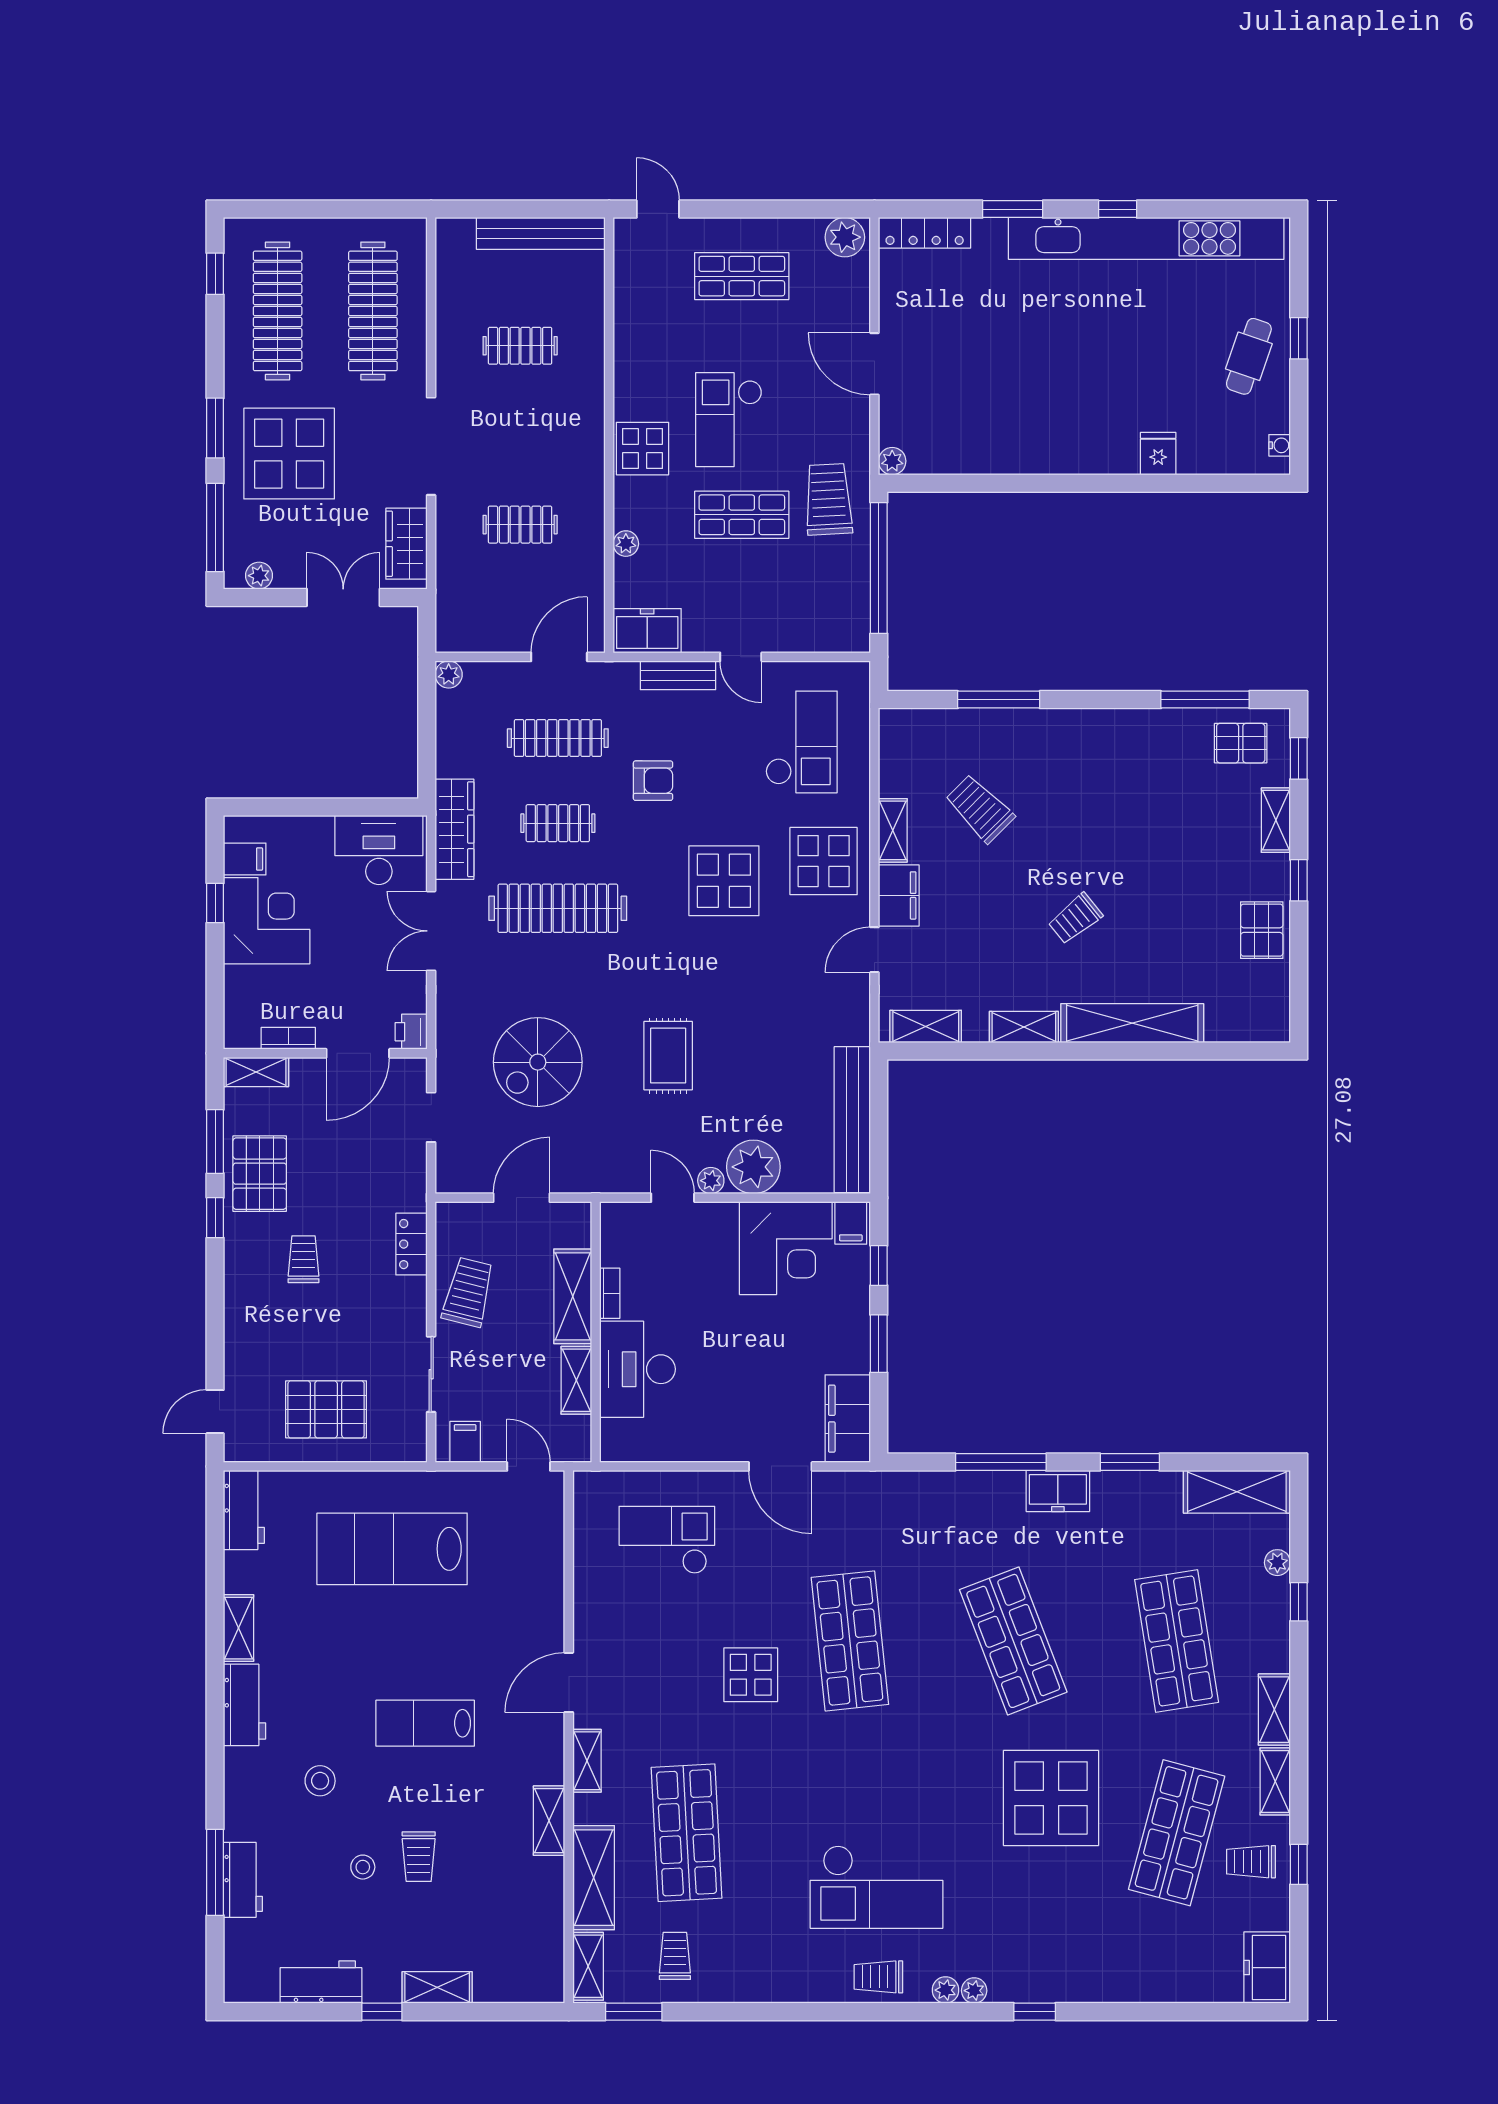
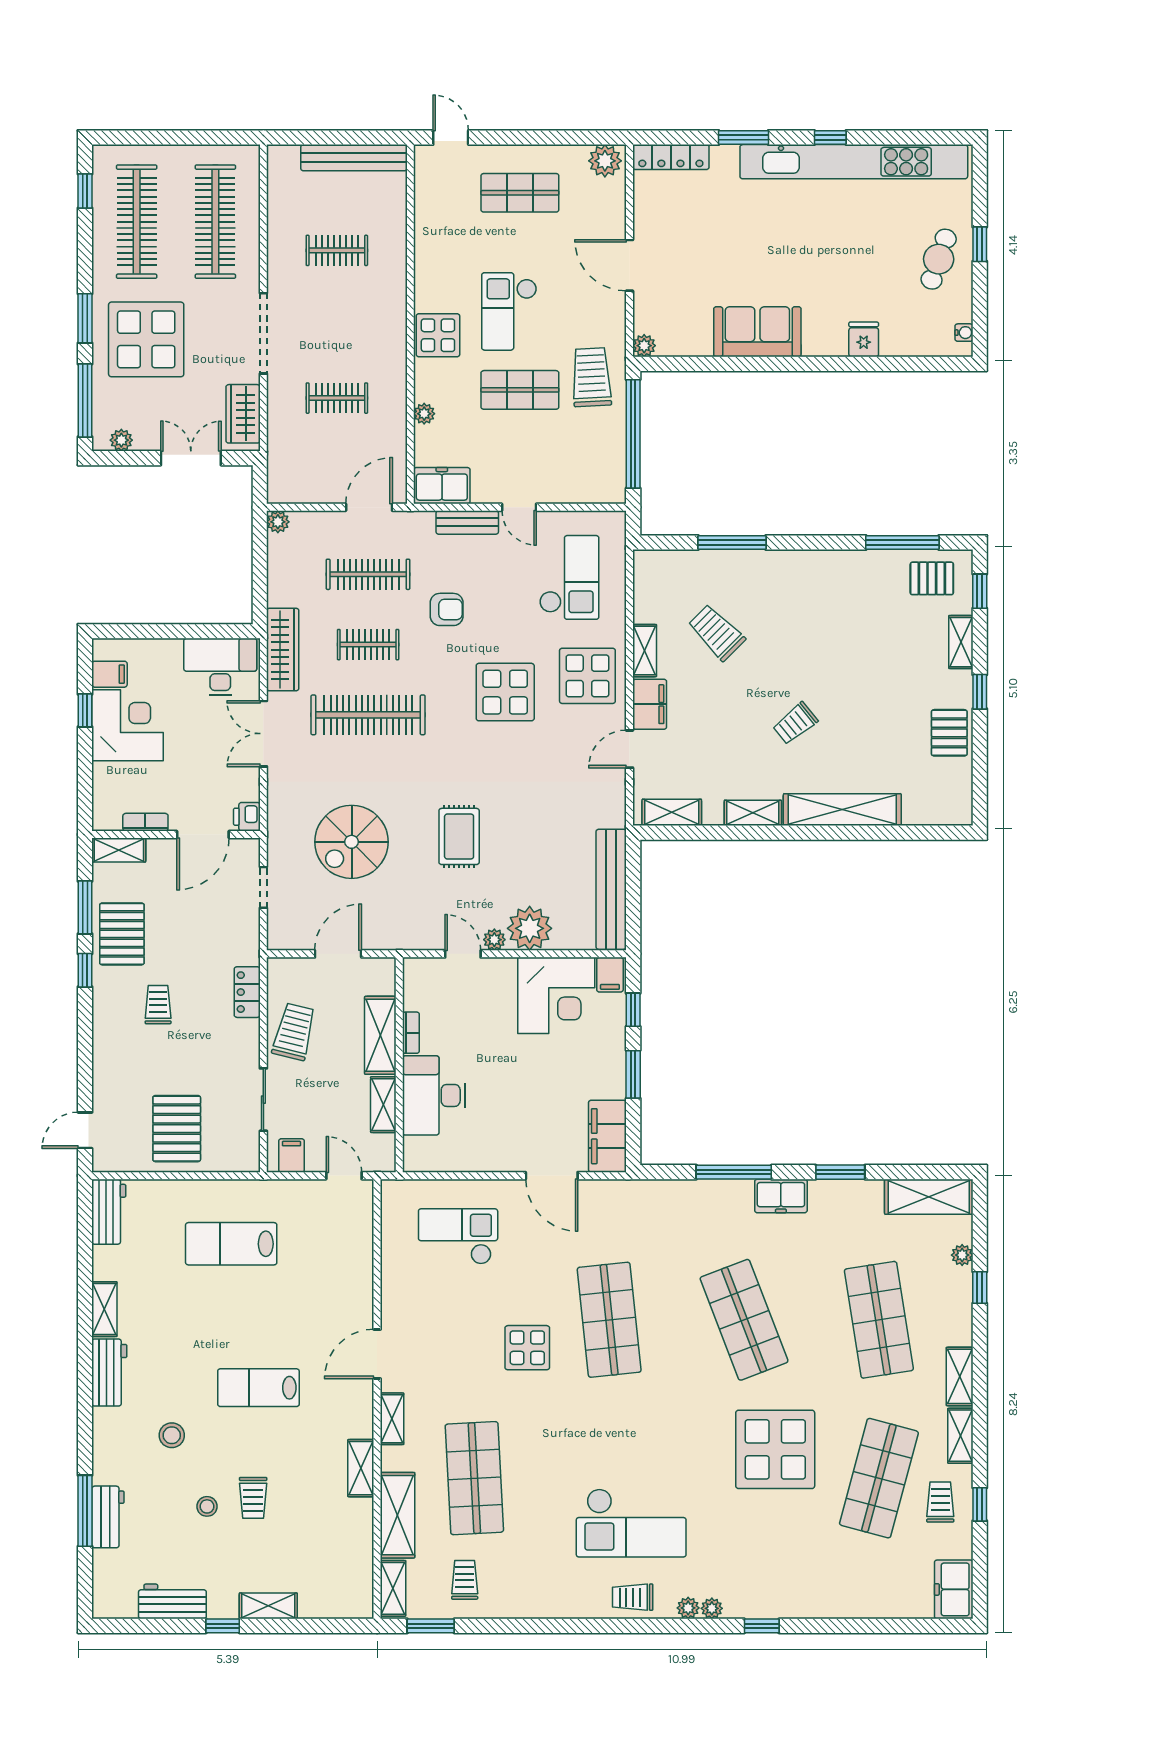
sofa: (1029, 444) -> (757, 332), added
pallet: (326, 1409) -> (177, 1129), turned 90
lab bench: (392, 1549) -> (231, 1244), width x0.73, depth x0.72
trolley: (1251, 1862) -> (940, 1502), turned 90

